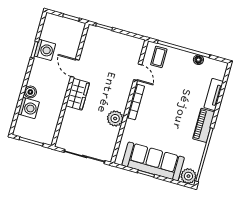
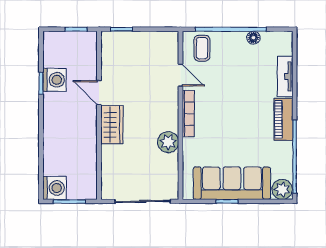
boiler: (30, 92) -> (51, 139), removed
washing machine: (29, 108) -> (54, 188), moved

